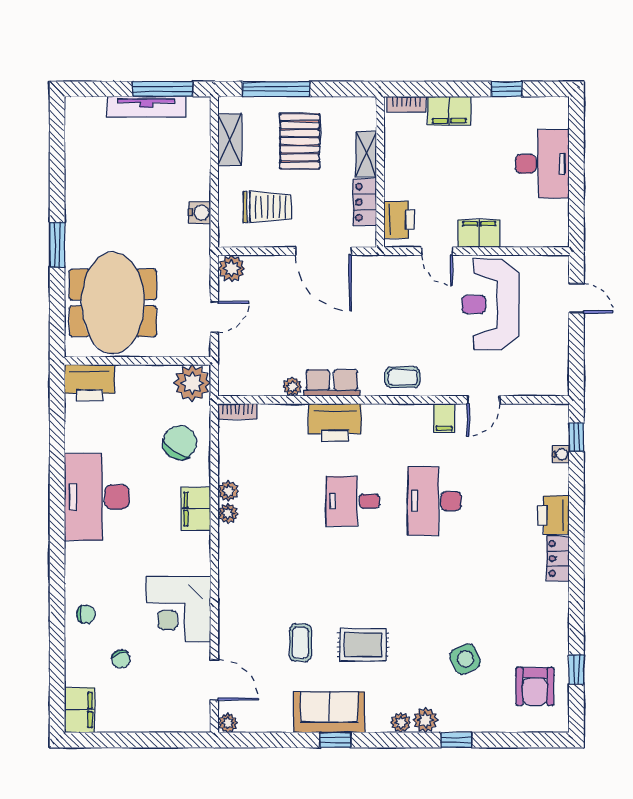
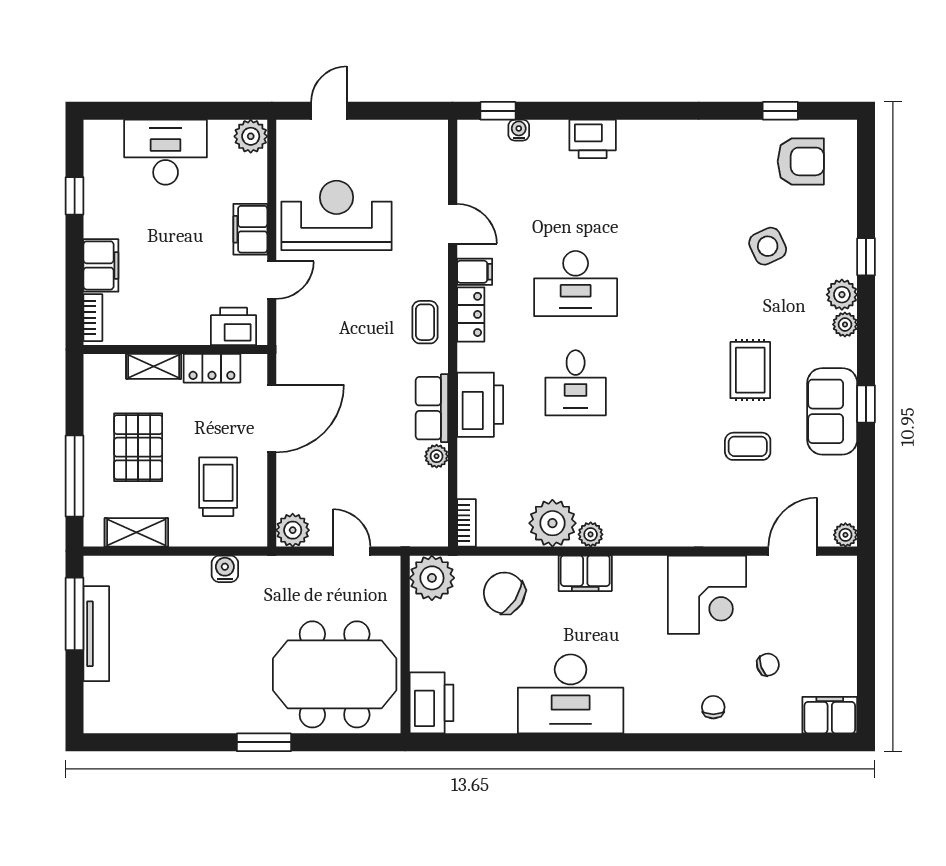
pallet: (300, 141) -> (138, 447), turned 90
plant: (555, 234) -> (251, 136), added
reception desk: (490, 304) -> (336, 215), turned 180
plant: (228, 491) -> (552, 523), width x1.88, depth x1.88
locker: (558, 558) -> (471, 314), moved, turned -90

